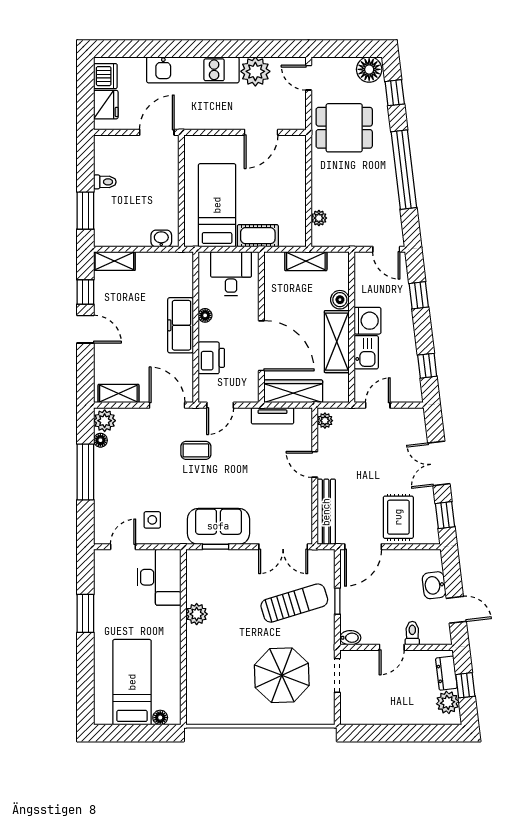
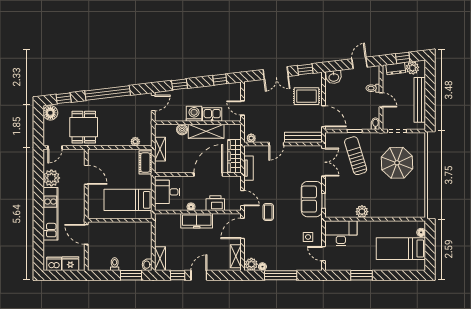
cot: (258, 236) -> (145, 162), moved
washbasin: (161, 238) -> (147, 265), moved
washbasin: (434, 585) -> (334, 77), moved
bench: (392, 715) -> (420, 100), added

